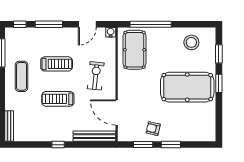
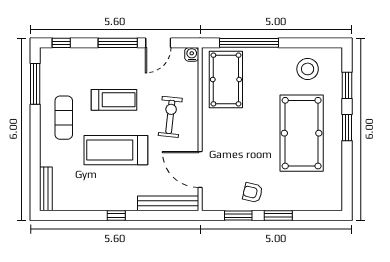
window: (49, 24) -> (118, 43), moved
pool table: (187, 87) -> (302, 133), turned 90
treadmill: (58, 99) -> (116, 150), width x1.37, depth x1.38

